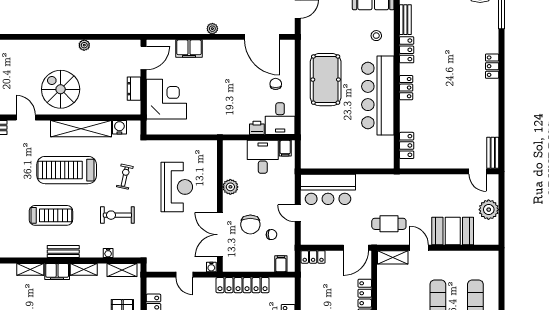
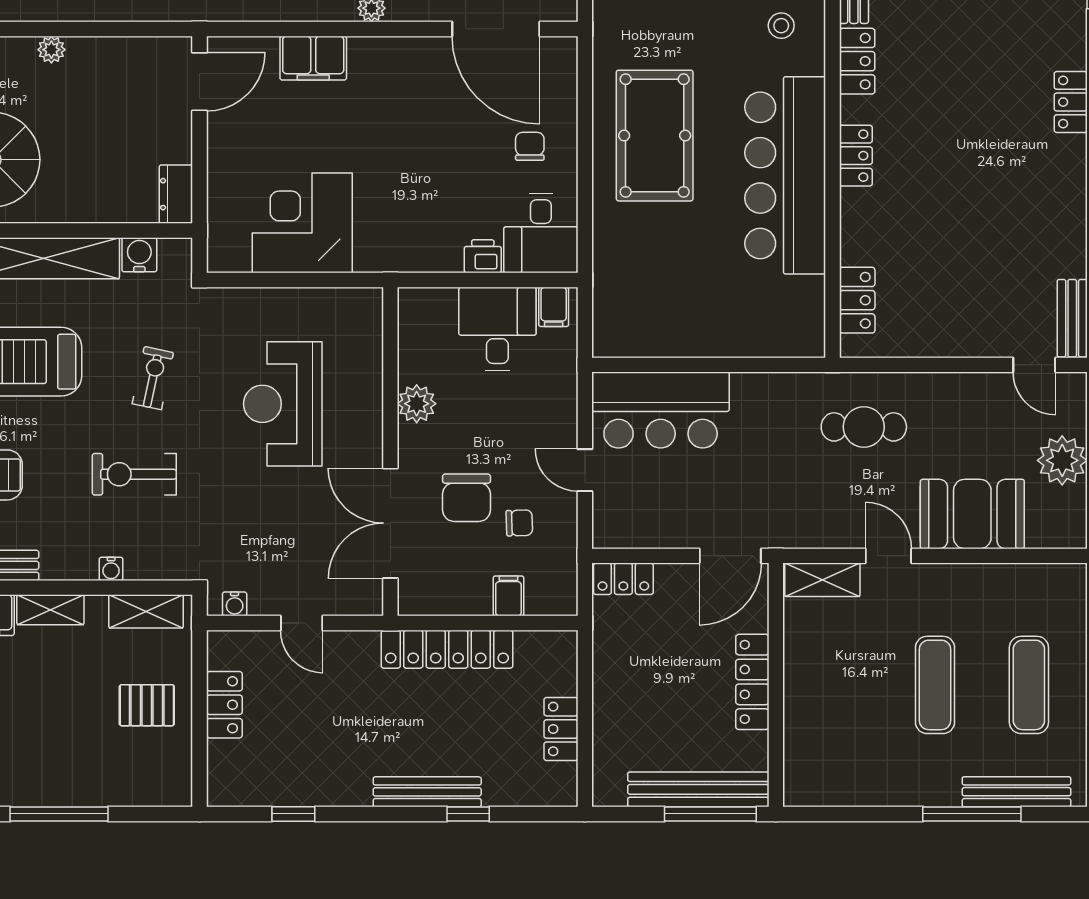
dresser: (134, 89) -> (176, 194), moved
corner desk: (166, 99) -> (302, 223), moved, turned -90
reception desk: (177, 187) -> (283, 404), turned 180
cafe table: (389, 224) -> (864, 427), moved
filing cabinet: (281, 264) -> (508, 596), moved
water cooler: (211, 267) -> (235, 604), moved

